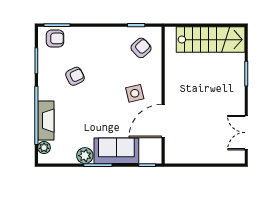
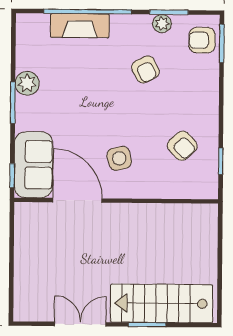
armchair: (55, 38) -> (202, 40), turned 90
stairs: (211, 40) -> (162, 303), moved, turned 90
armchair: (141, 48) -> (182, 146), moved
double door: (246, 133) -> (80, 324), moved
plant: (44, 148) -> (162, 24), moved
sofa: (116, 151) -> (34, 165), moved

